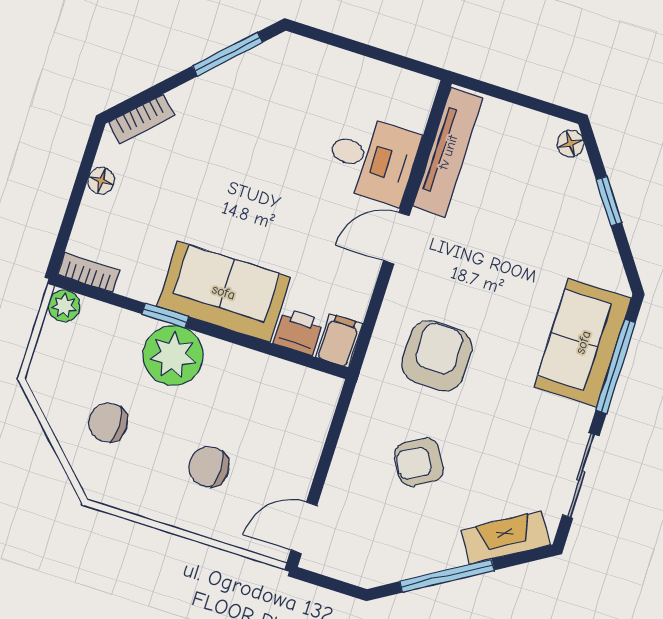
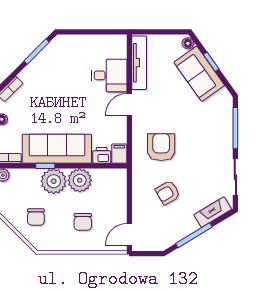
sofa: (224, 292) -> (57, 149), width x1.36
sofa: (583, 342) -> (199, 74), moved, turned -35
plant: (232, 372) -> (80, 180), added
chair: (108, 422) -> (36, 217), turned -90
chair: (209, 467) -> (83, 222), turned -90

